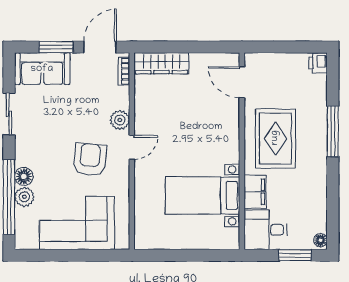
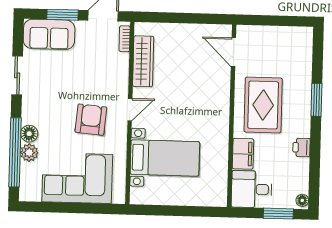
wardrobe: (161, 63) -> (143, 61), moved, turned -90
printer: (318, 63) -> (301, 147), moved
plant: (120, 120) -> (120, 84), removed
window: (333, 131) -> (316, 100), width x0.69
bed with nightstands: (203, 195) -> (165, 158), moved, turned 180

